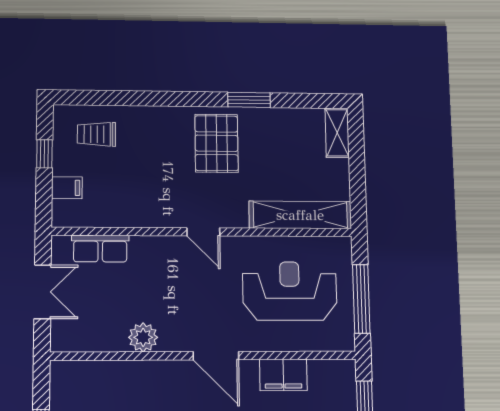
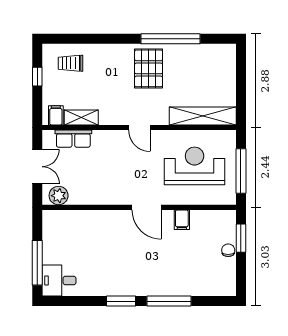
window: (249, 100) -> (170, 39), width x2.11
shelving: (337, 133) -> (81, 117), moved, turned 90
filing cabinet: (67, 188) -> (56, 115), moved, turned -90
plant: (143, 337) -> (59, 196), moved
filing cabinet: (283, 375) -> (182, 220), width x0.50

